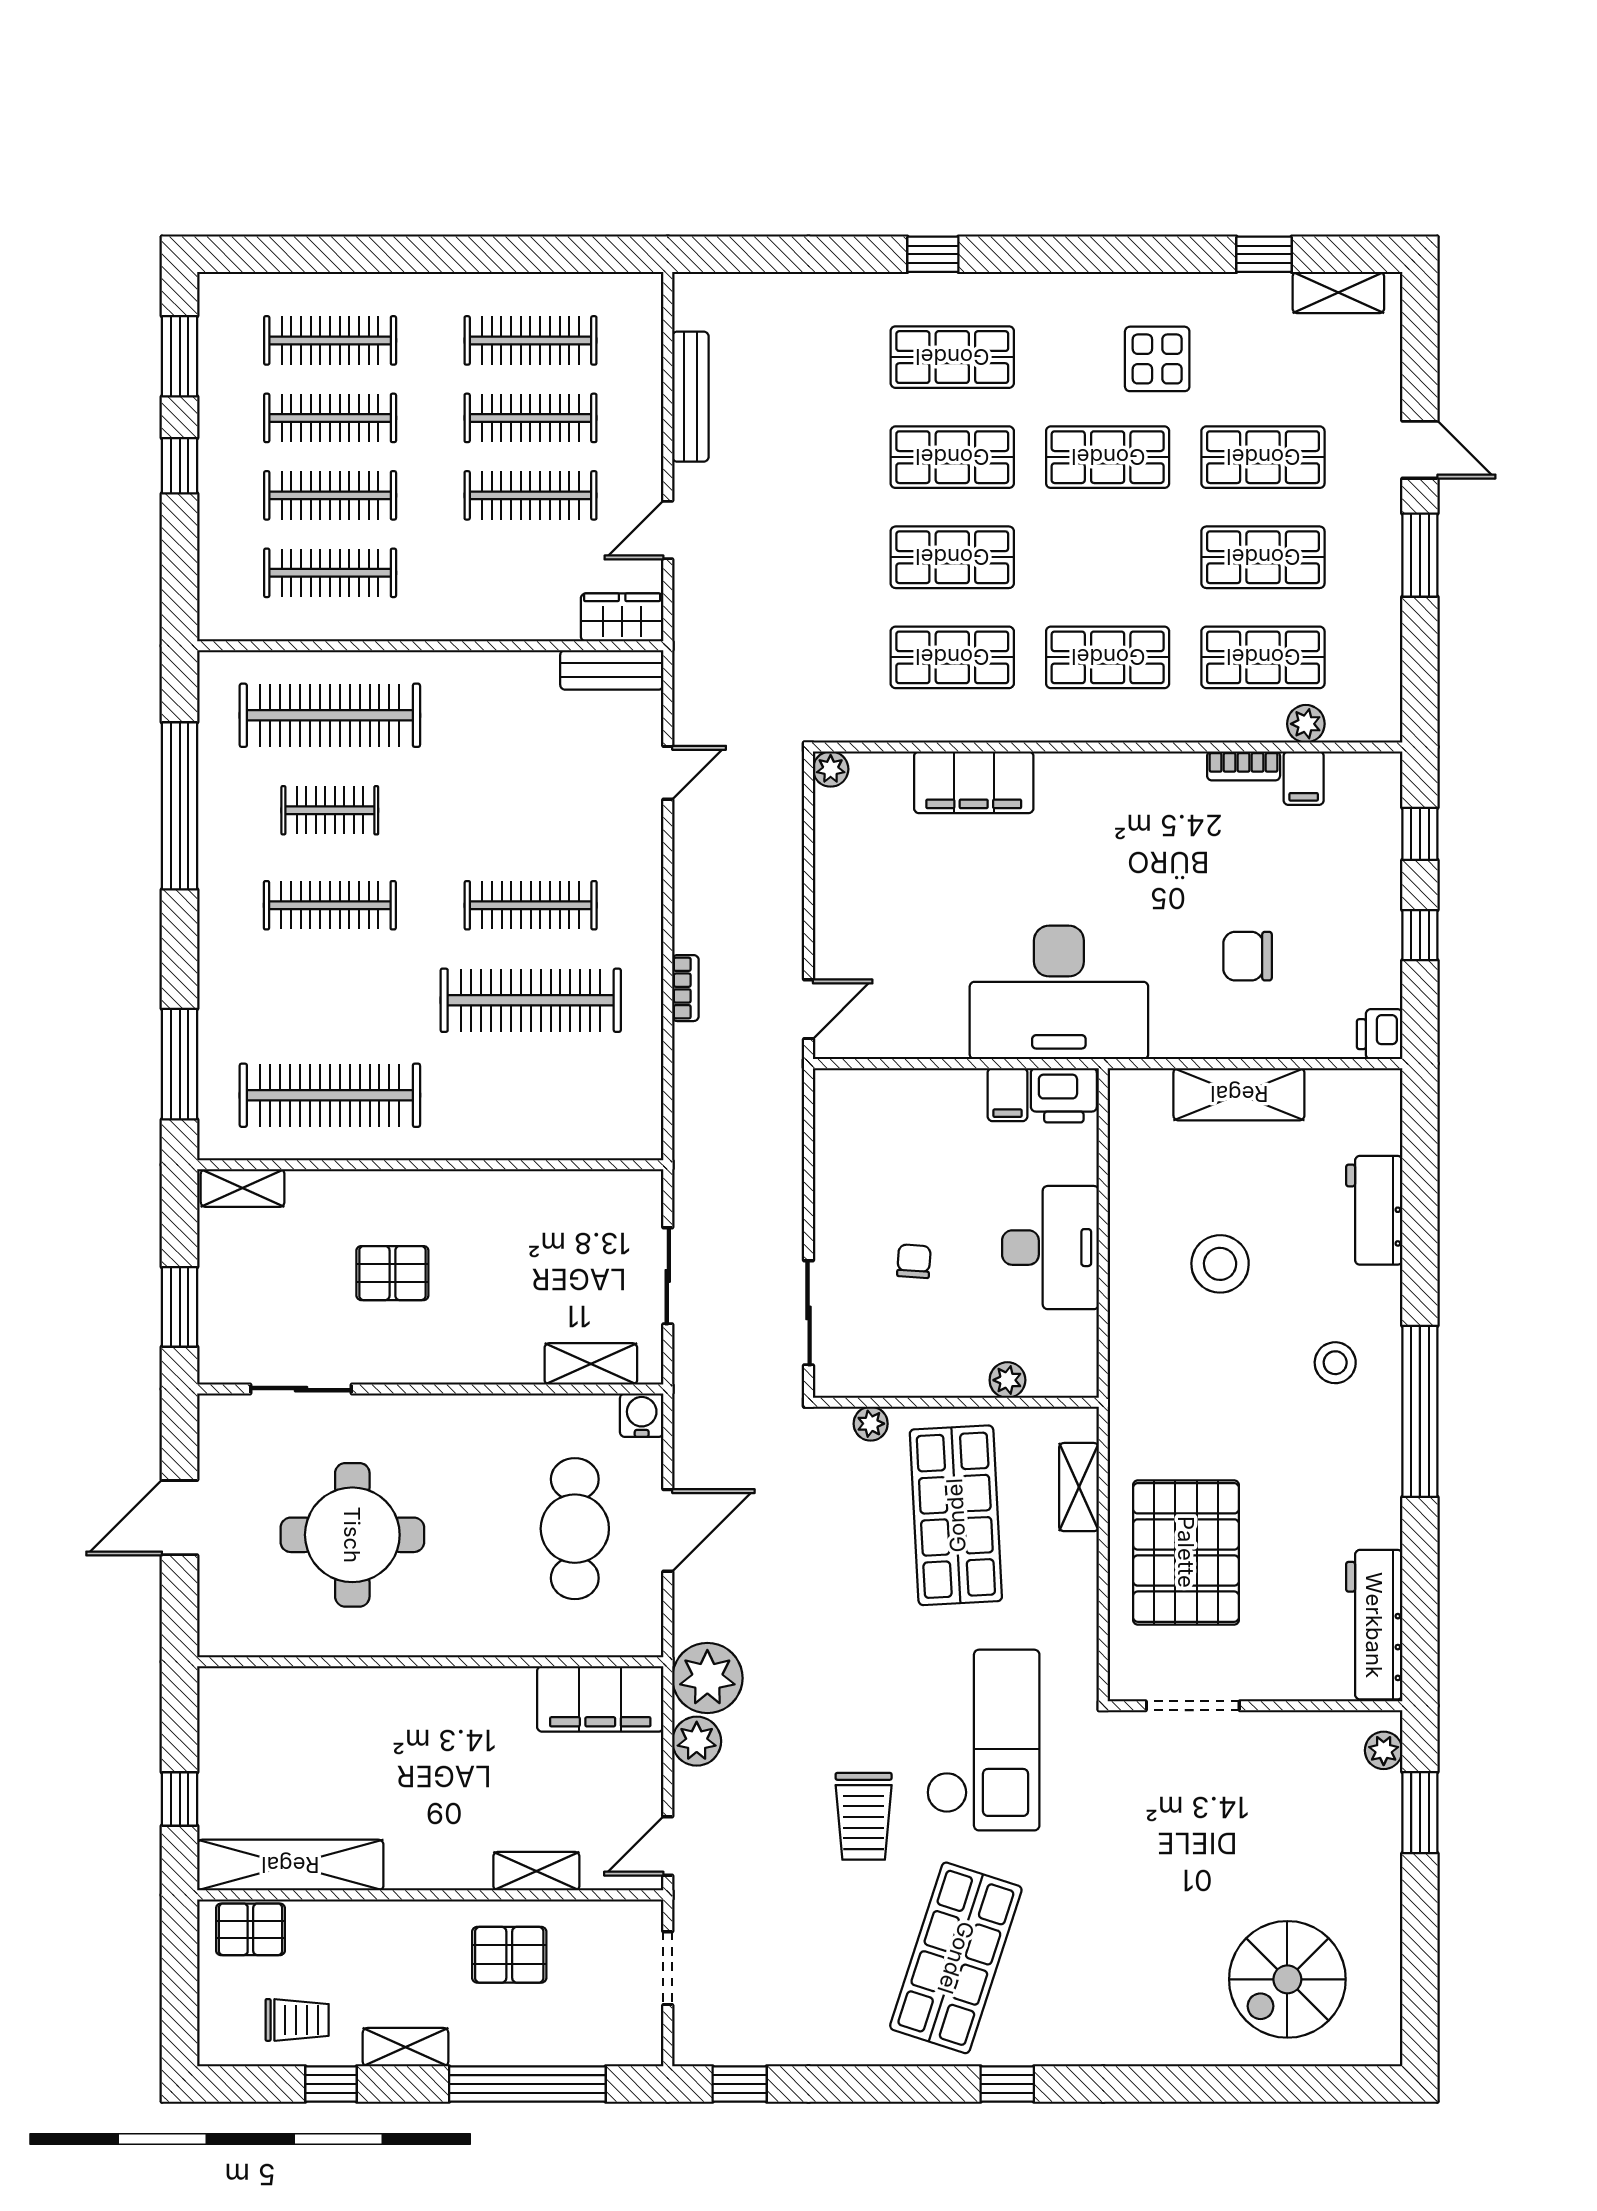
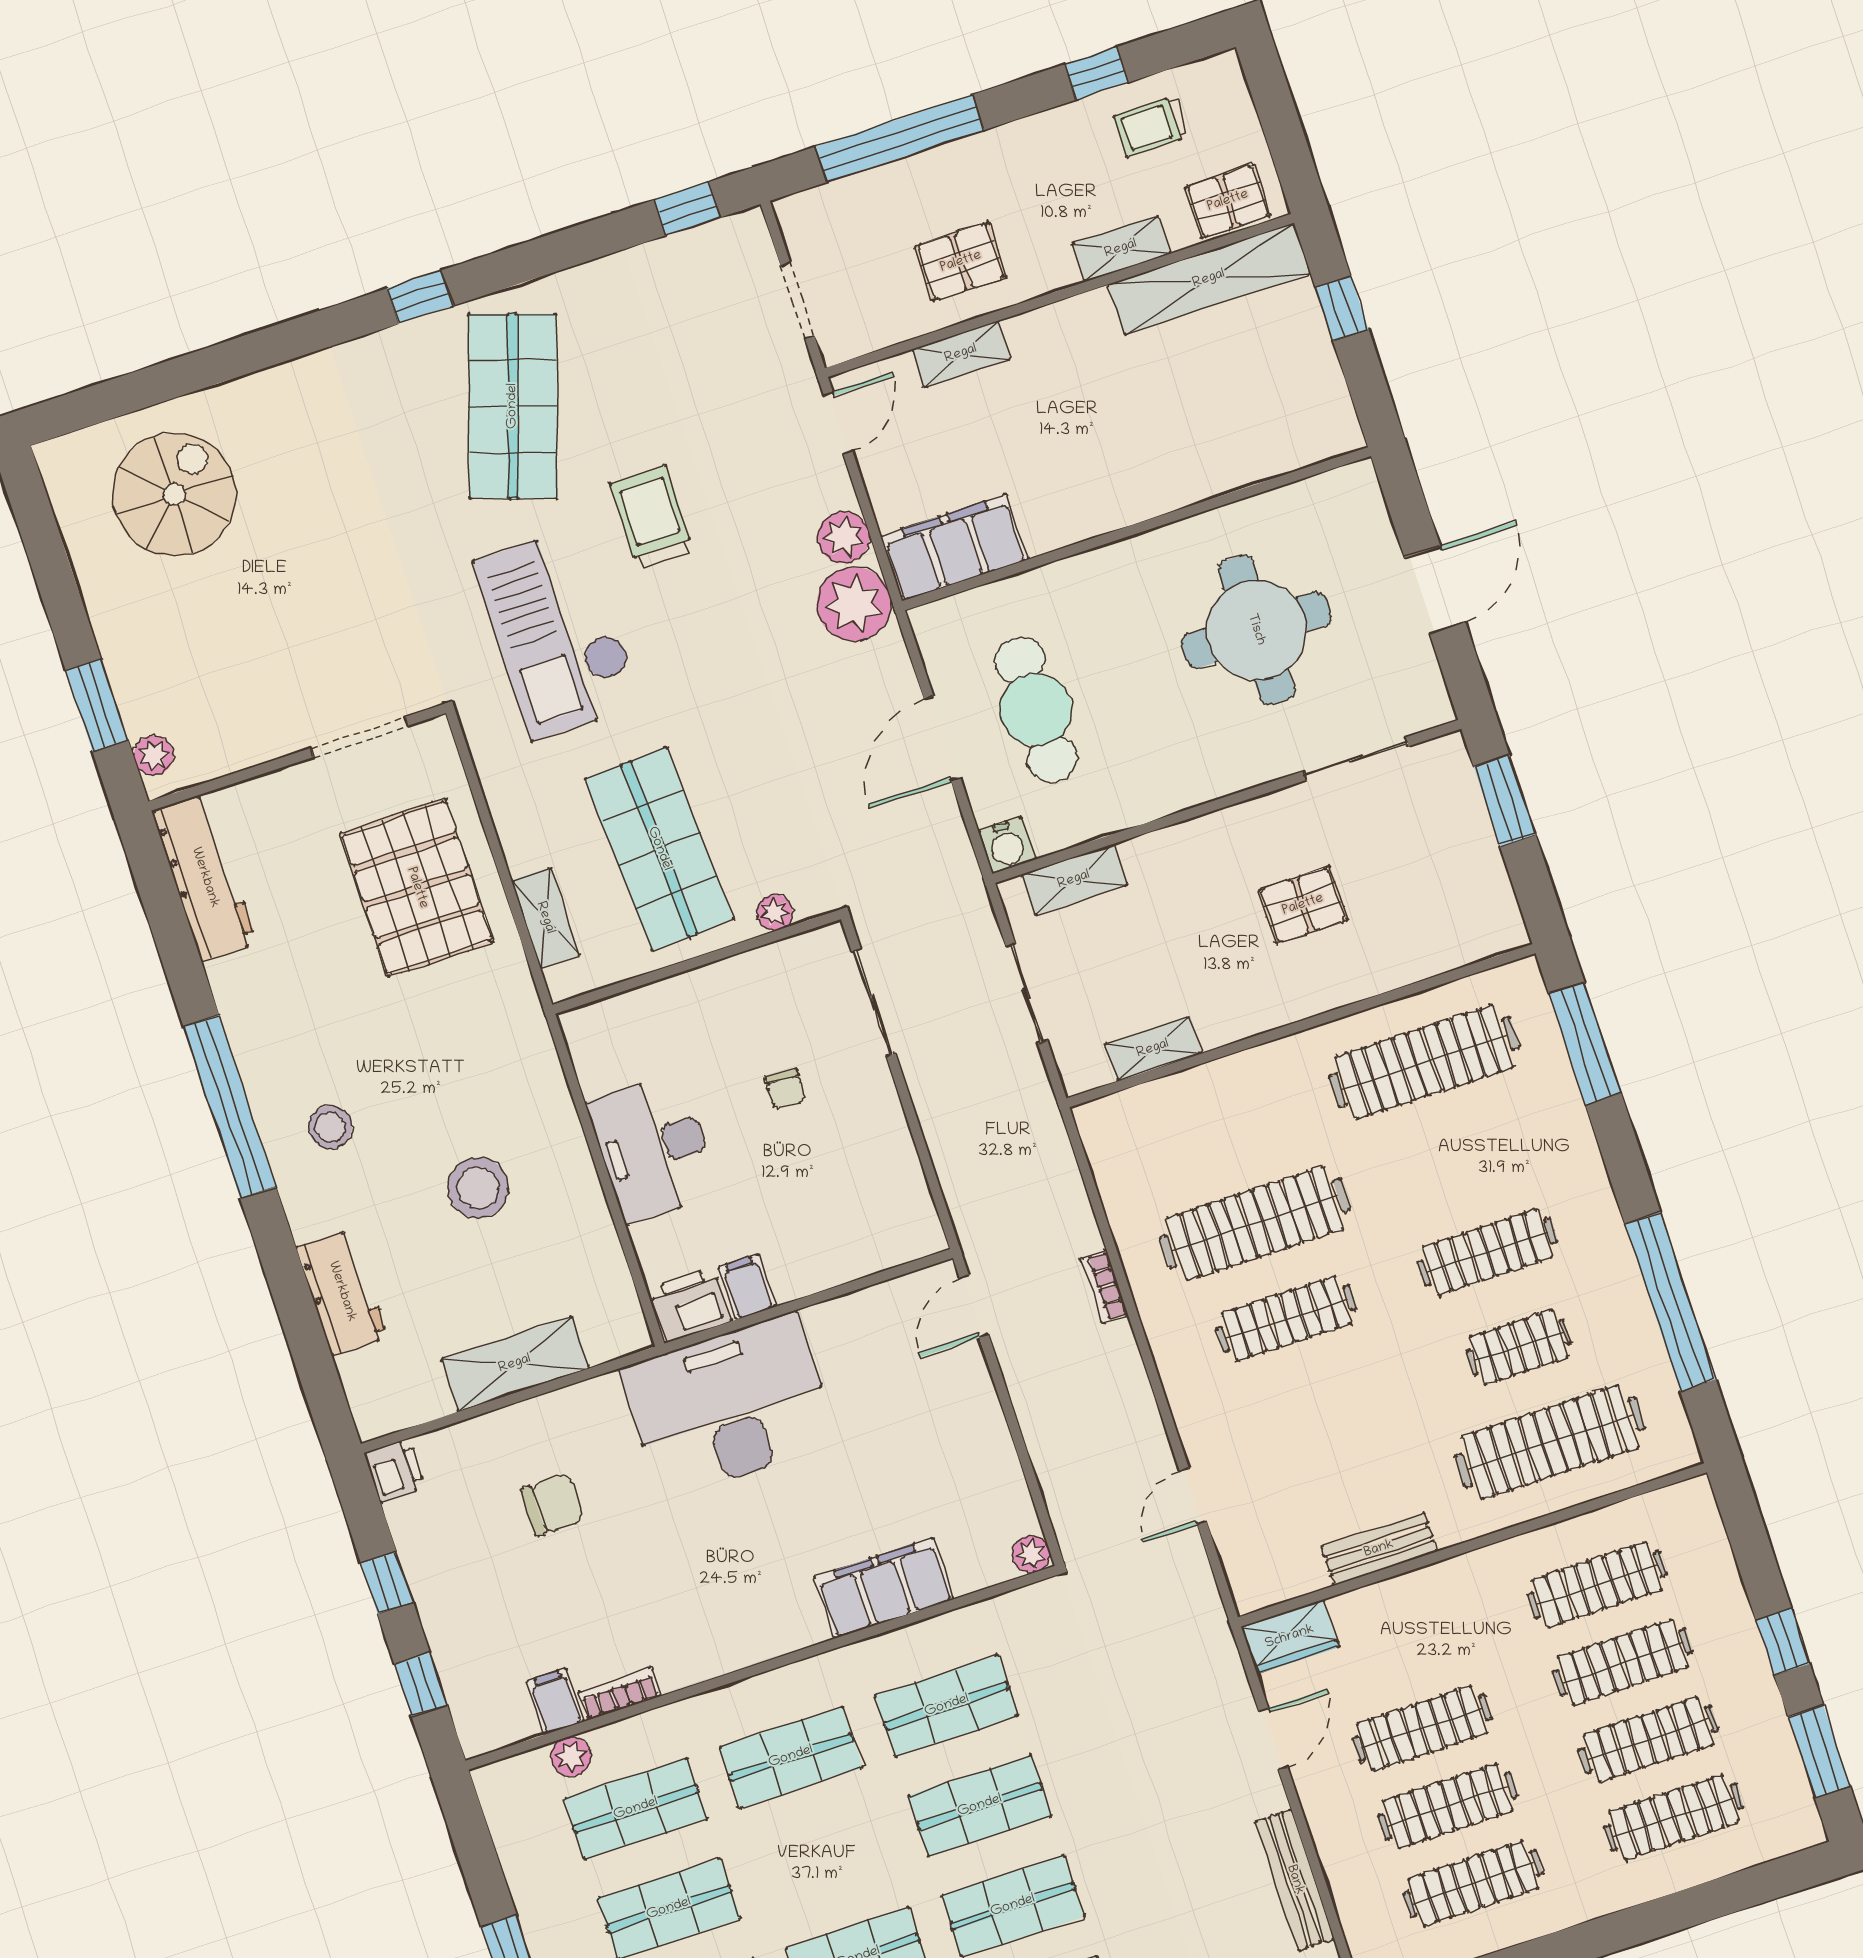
bench: (612, 670) -> (1379, 1549), moved
shelving: (243, 1188) -> (1153, 1049), moved
plant: (1007, 1380) -> (652, 1001), removed
shelving: (406, 2047) -> (1121, 249), moved

